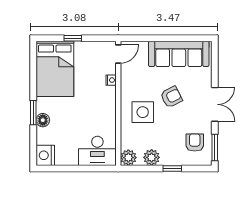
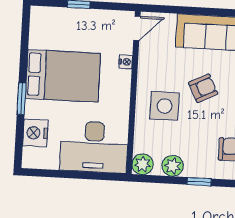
bed: (55, 69) -> (63, 76), moved, turned -90
floor lamp: (43, 120) -> (33, 109), removed
desk: (97, 151) -> (94, 147), width x1.36, depth x1.30
nightstand: (45, 155) -> (35, 133), moved

